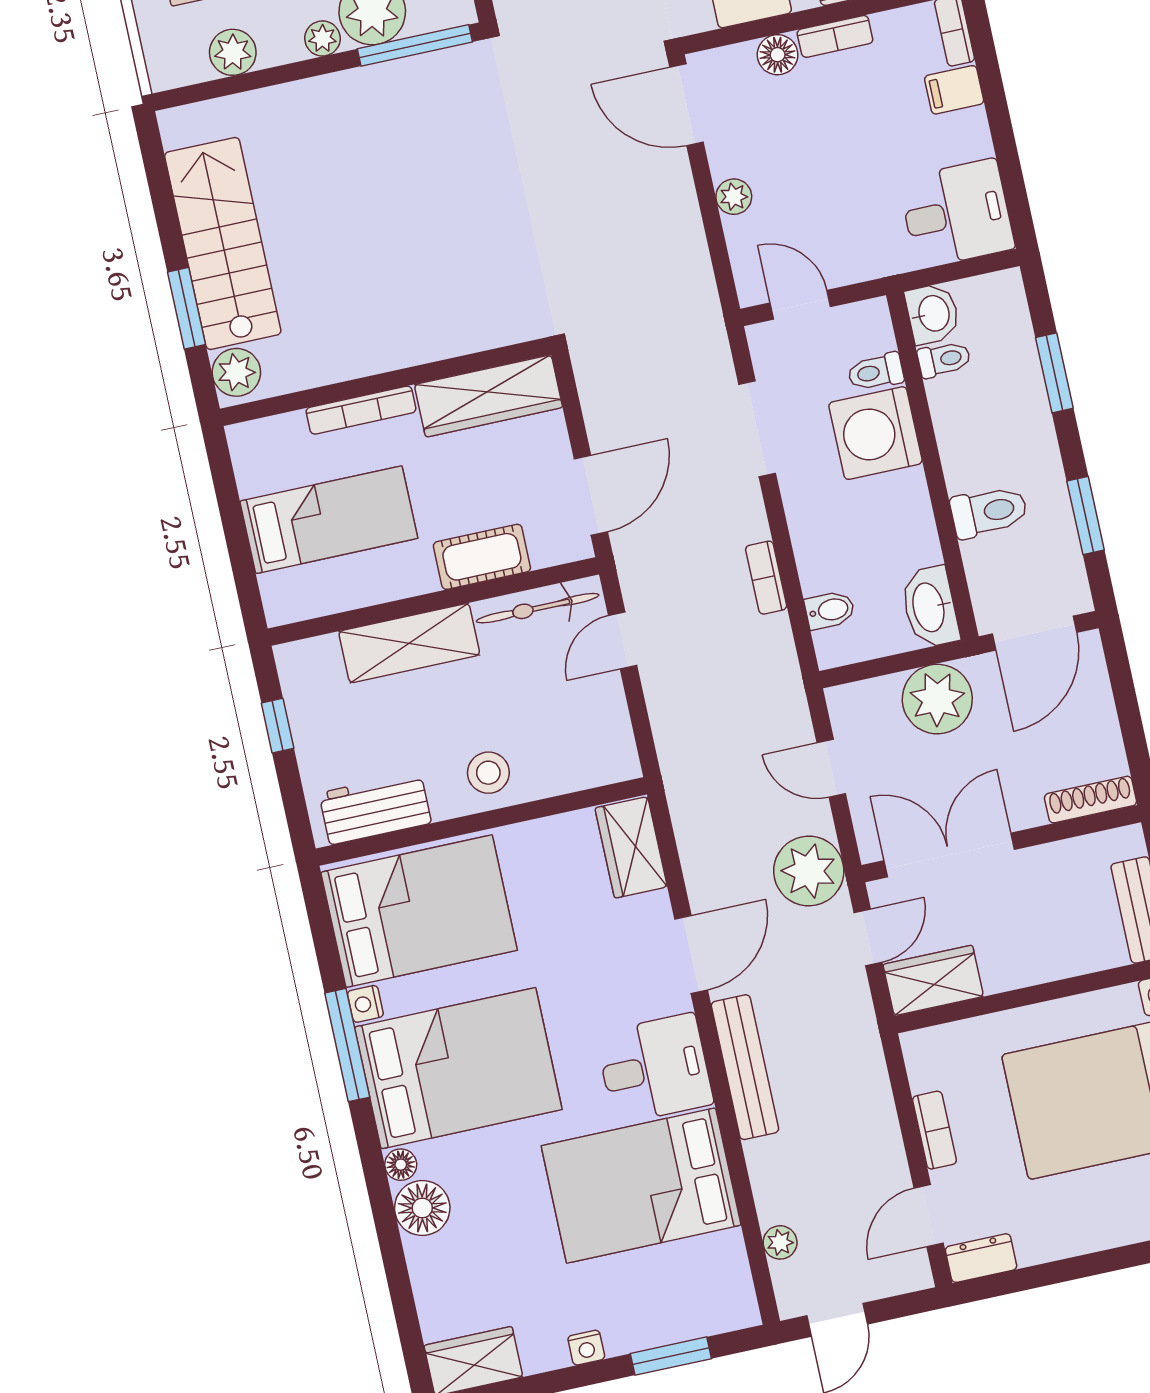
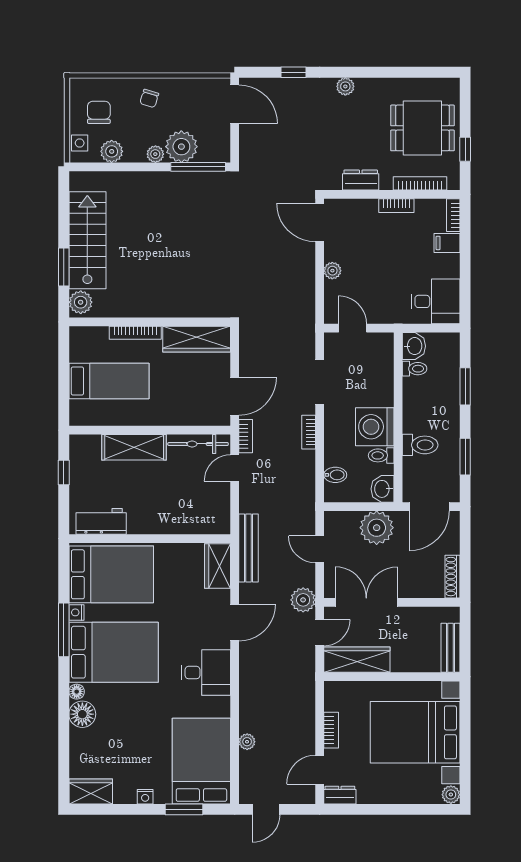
side table: (164, 49) -> (80, 143), added
floor lamp: (778, 55) -> (368, 208), removed
toilet: (876, 372) -> (381, 455), moved
washing machine: (875, 433) -> (375, 427), moved
cot: (482, 557) -> (177, 414), removed
bookcase: (631, 571) -> (246, 436), added
bookcase: (766, 578) -> (309, 432), moved
washbasin: (930, 607) -> (383, 489), width x0.72
stool: (488, 773) -> (158, 516), removed
shoe rack: (1090, 800) -> (453, 577), moved, turned -90
plant: (809, 871) -> (303, 600), width x0.73, depth x0.73
wardrobe: (933, 980) -> (357, 660), width x1.50
bench: (745, 1067) -> (248, 548), moved
bed: (641, 1185) -> (201, 761), moved, turned 90
plant: (780, 1242) -> (247, 742), moved

